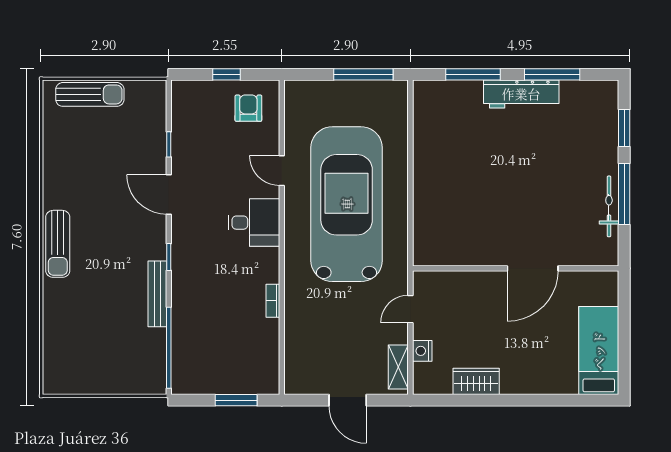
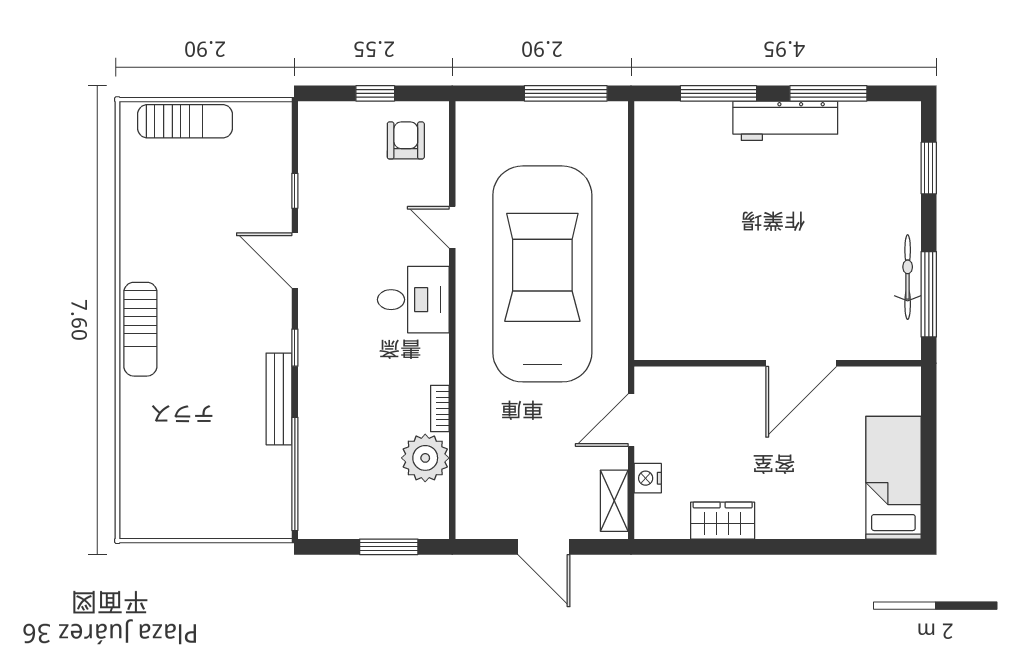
window: (624, 194) -> (929, 294), moved
door: (410, 309) -> (631, 420), width x1.38
plant: (262, 336) -> (425, 458), added

